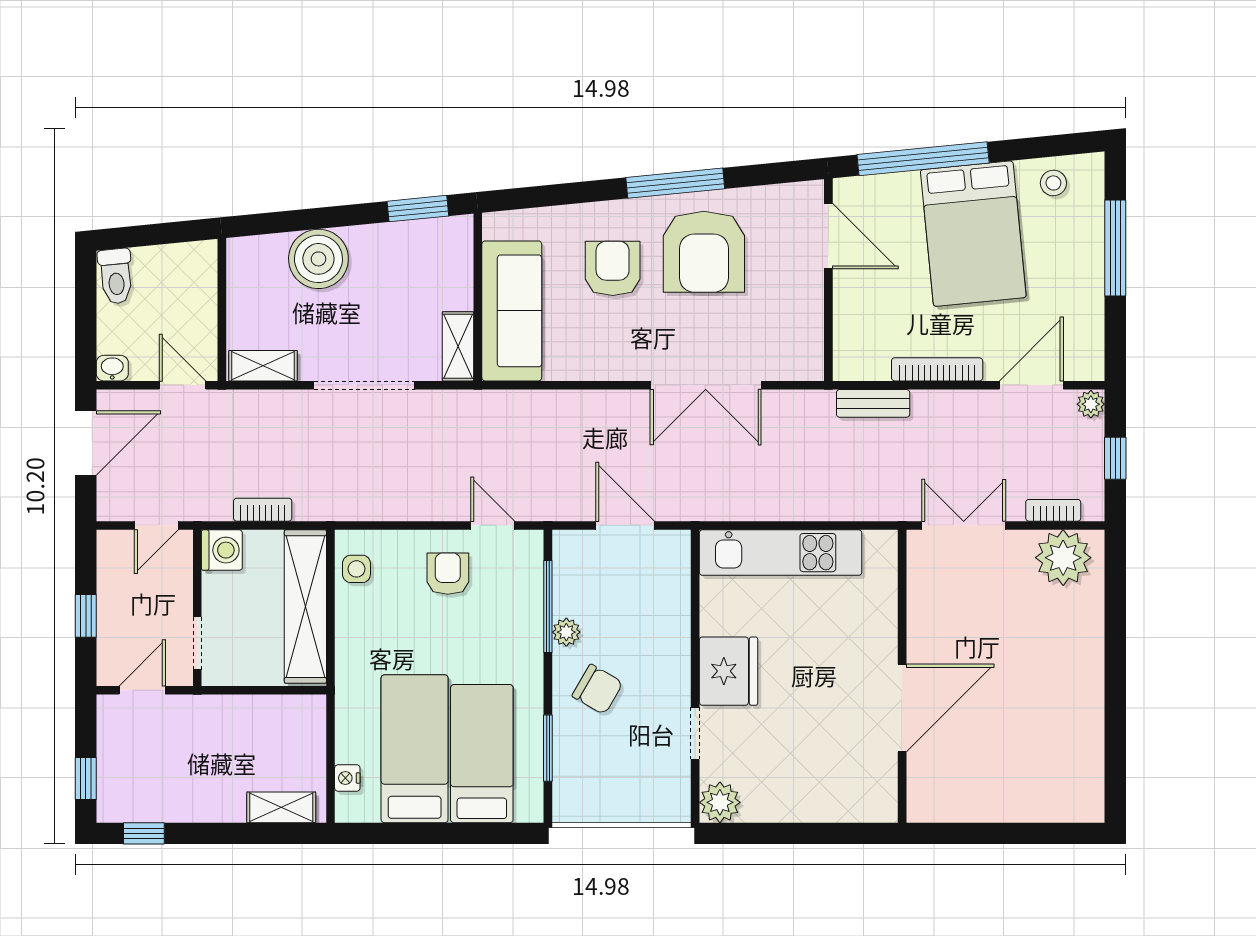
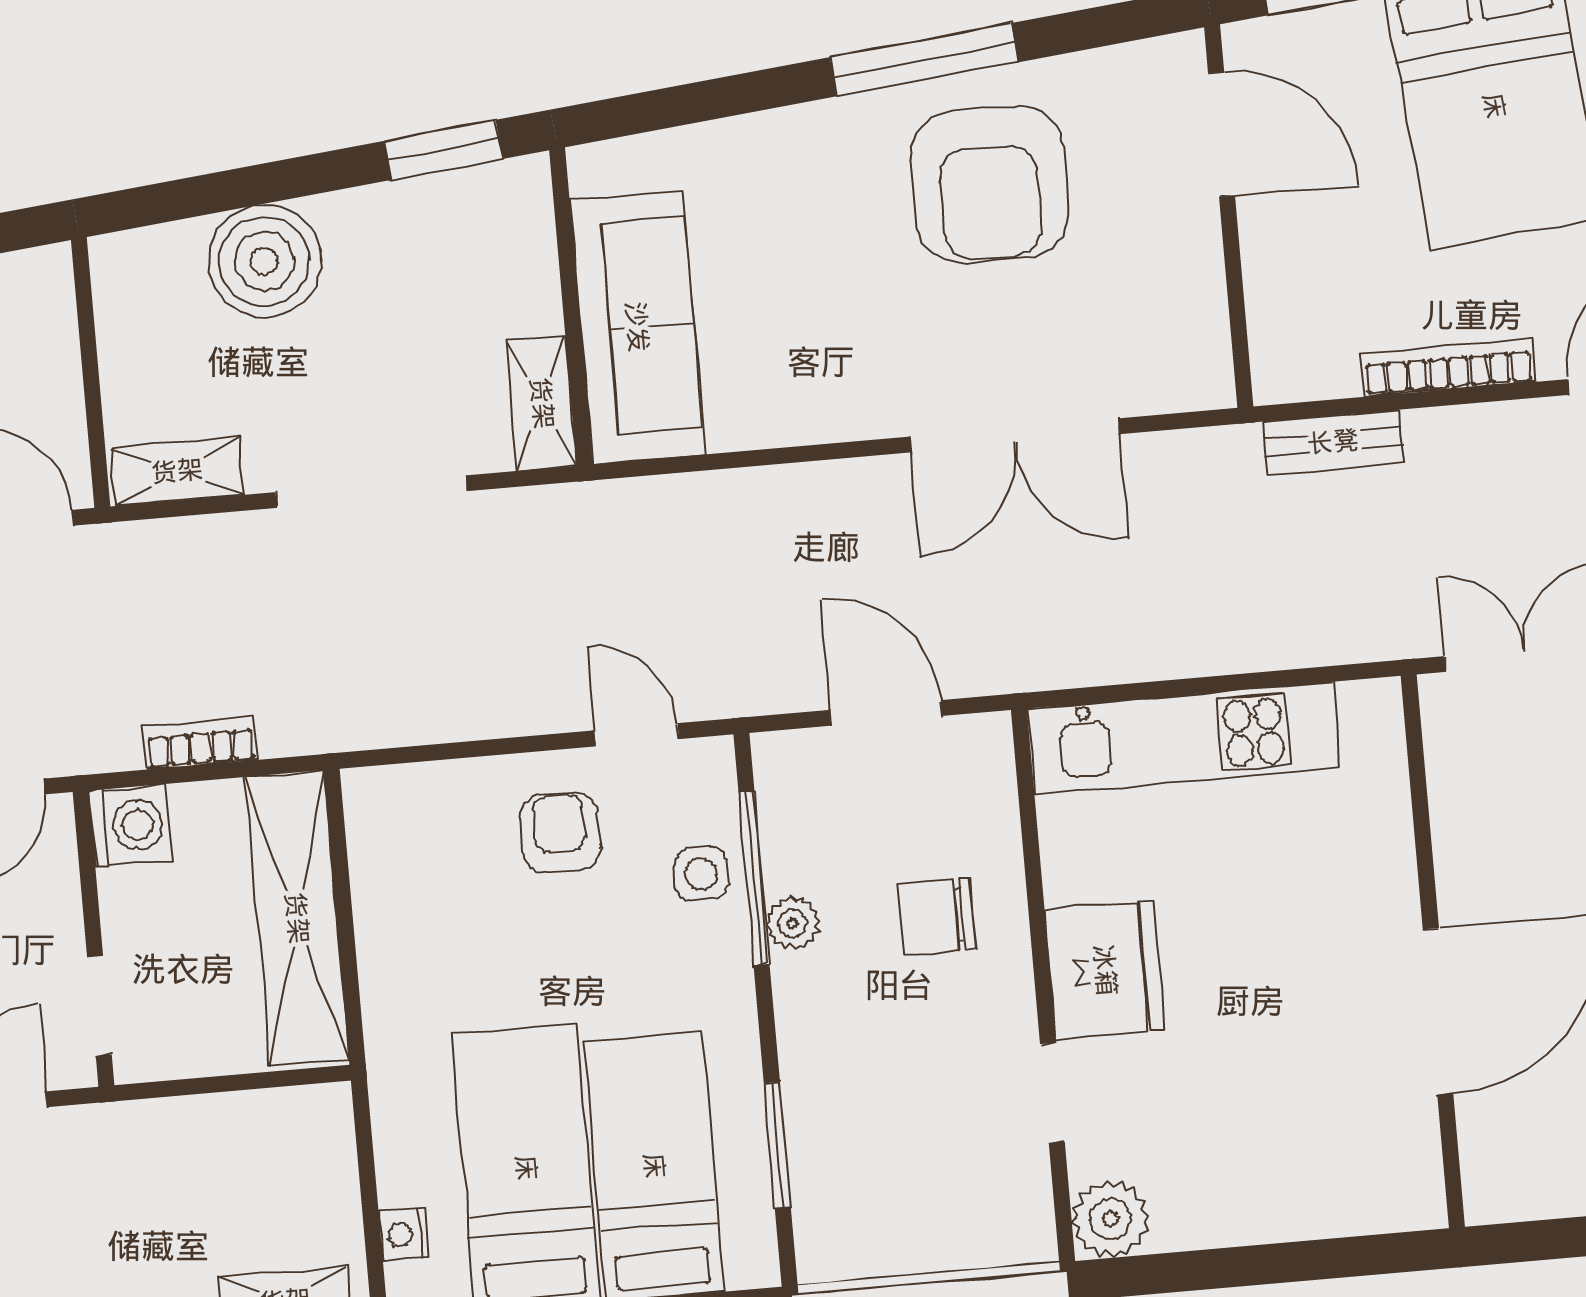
armchair: (613, 268) -> (820, 230), removed
side table: (356, 569) -> (701, 874), moved
chair: (597, 689) -> (937, 917), moved, turned 150

